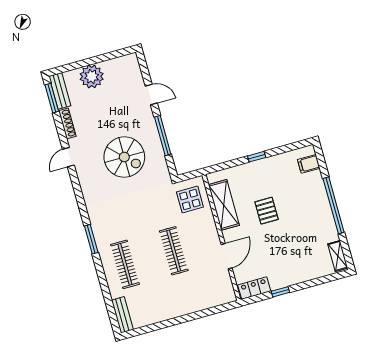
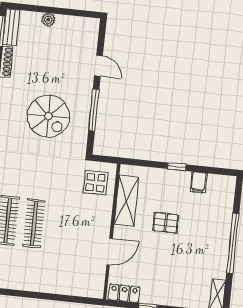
plant: (92, 76) -> (48, 20), width x0.53, depth x0.53
filing cabinet: (309, 164) -> (199, 182), moved, turned -90
pallet: (267, 211) -> (166, 223), turned 90
clothes rail: (174, 251) -> (34, 223), moved

